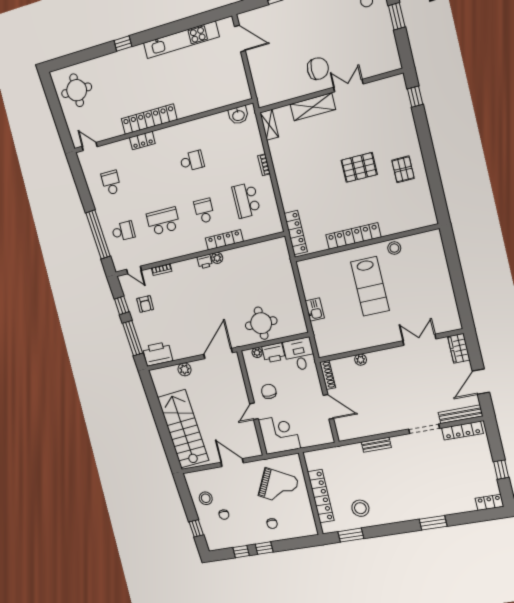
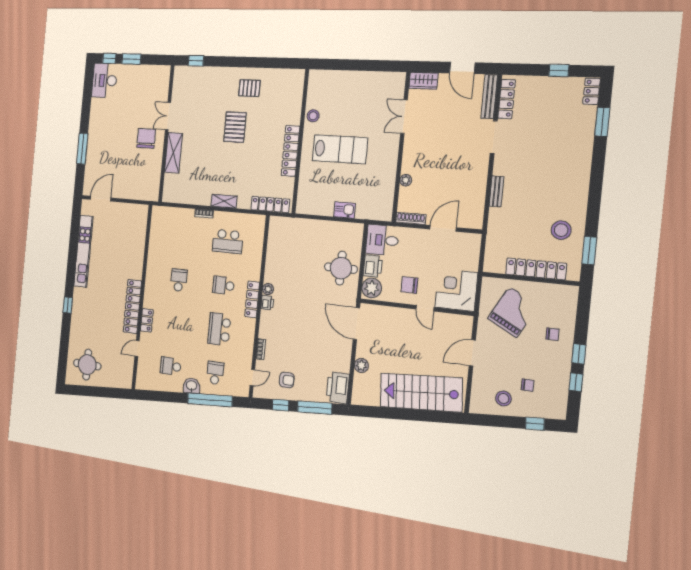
washbasin: (238, 115) -> (192, 386), moved, turned -95
shelving: (269, 125) -> (224, 201), moved
door: (90, 147) -> (137, 348), moved
locker: (224, 240) -> (252, 299), moved
plant: (257, 353) -> (372, 288), width x1.88, depth x1.88
window: (433, 523) -> (602, 122), moved

